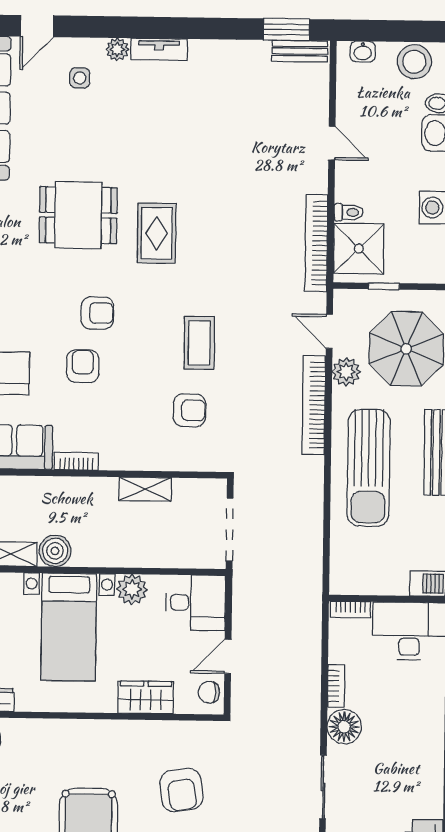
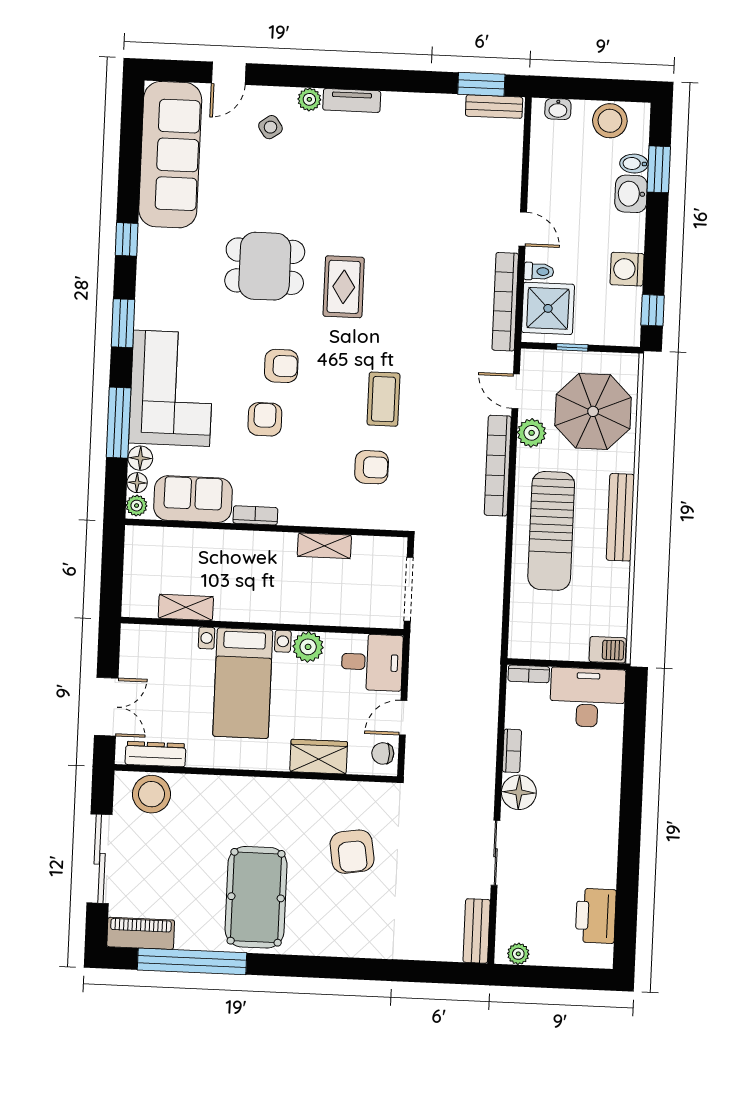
side table: (80, 78) -> (270, 127), turned -35
door: (332, 143) -> (523, 229), moved
boiler: (55, 551) -> (231, 606), removed

